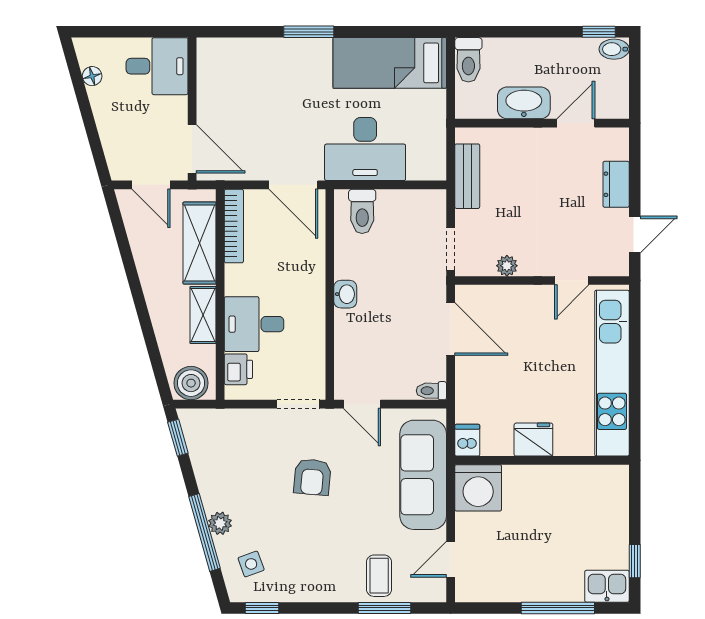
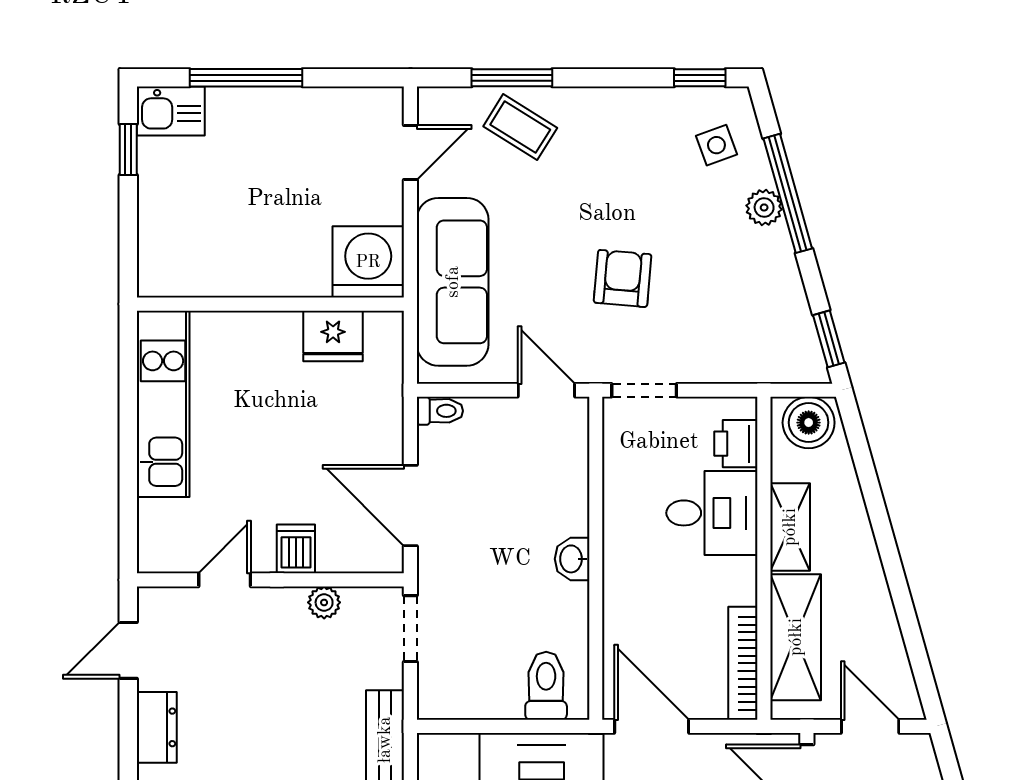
kitchen unit: (612, 373) -> (163, 404), width x0.73
dishwasher: (467, 440) -> (296, 549), moved, turned 180
fridge: (533, 440) -> (333, 336), moved
coffee table: (379, 576) -> (520, 127), turned -58

